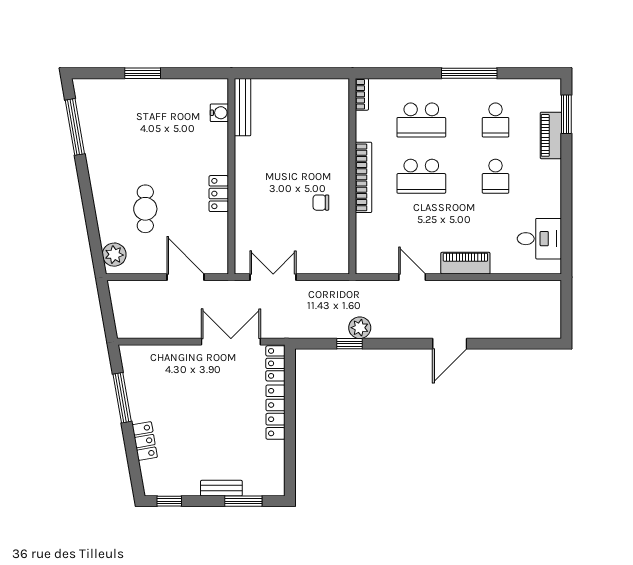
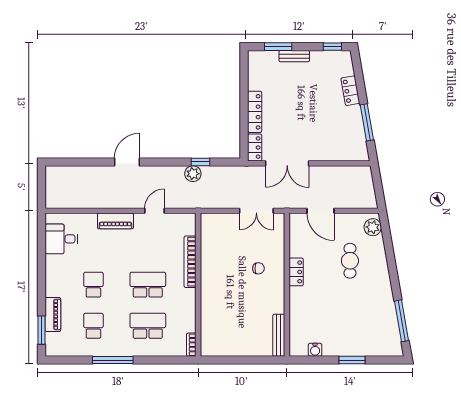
water cooler: (219, 113) -> (315, 350), moved, turned -90
bookcase: (364, 177) -> (190, 262), moved
chair: (321, 203) -> (258, 268), moved
door: (412, 277) -> (155, 211), swing flipped

